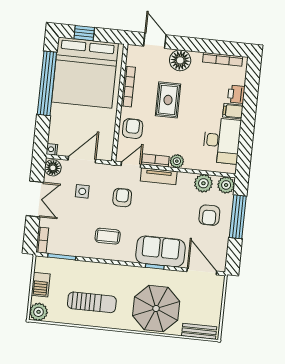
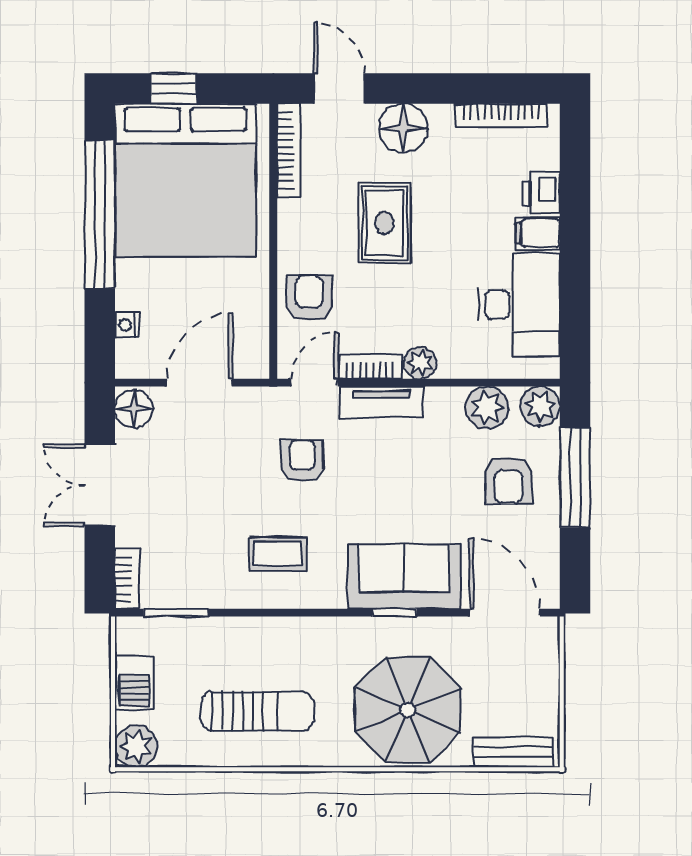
bookcase: (128, 87) -> (289, 150), moved
nightstand: (52, 149) -> (127, 325), moved
side table: (82, 191) -> (208, 456), removed
double door: (35, 199) -> (100, 485), swing flipped

